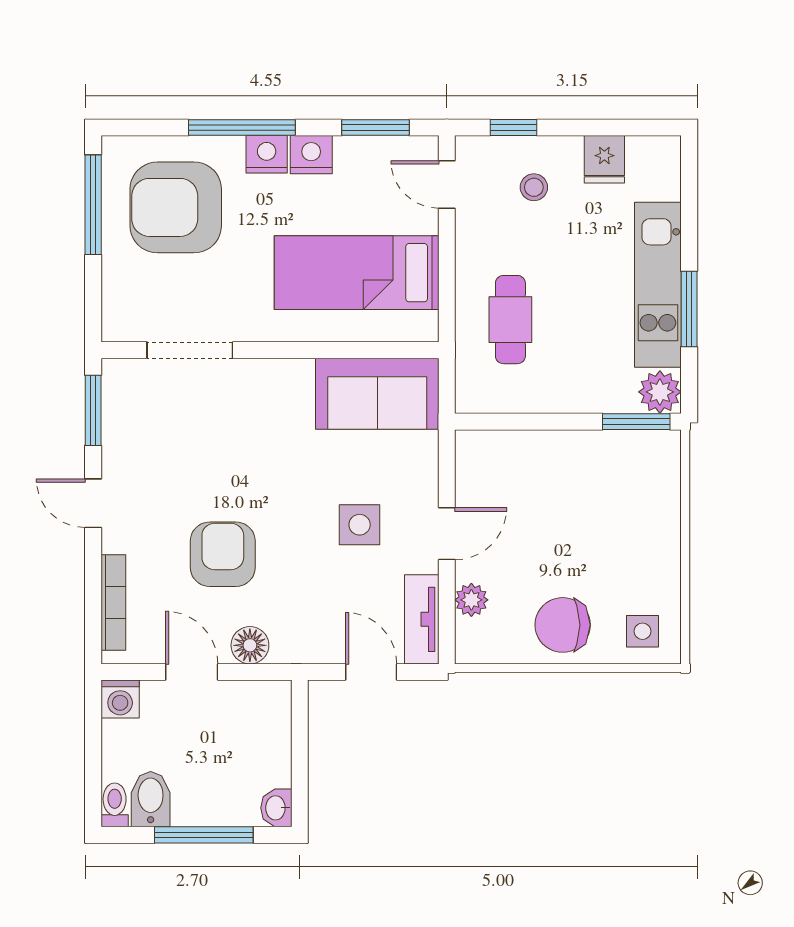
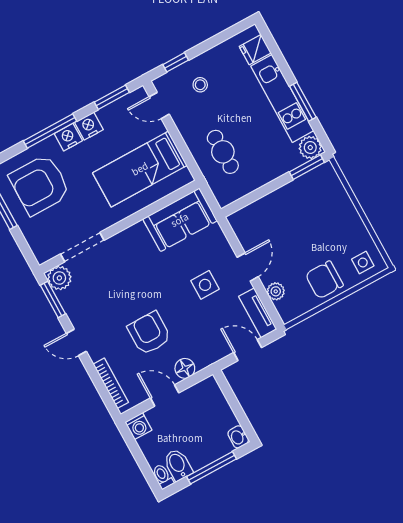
fridge: (604, 159) -> (255, 50), moved, turned 90
plant: (124, 381) -> (59, 278), added

